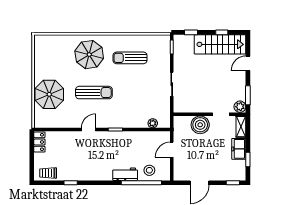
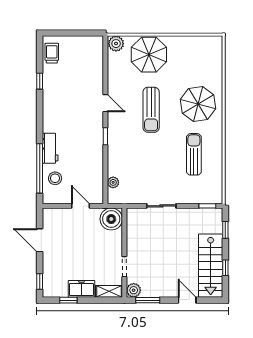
plant: (40, 121) -> (116, 44), added
boiler: (200, 125) -> (111, 219), moved
locker: (39, 142) -> (90, 42), removed

